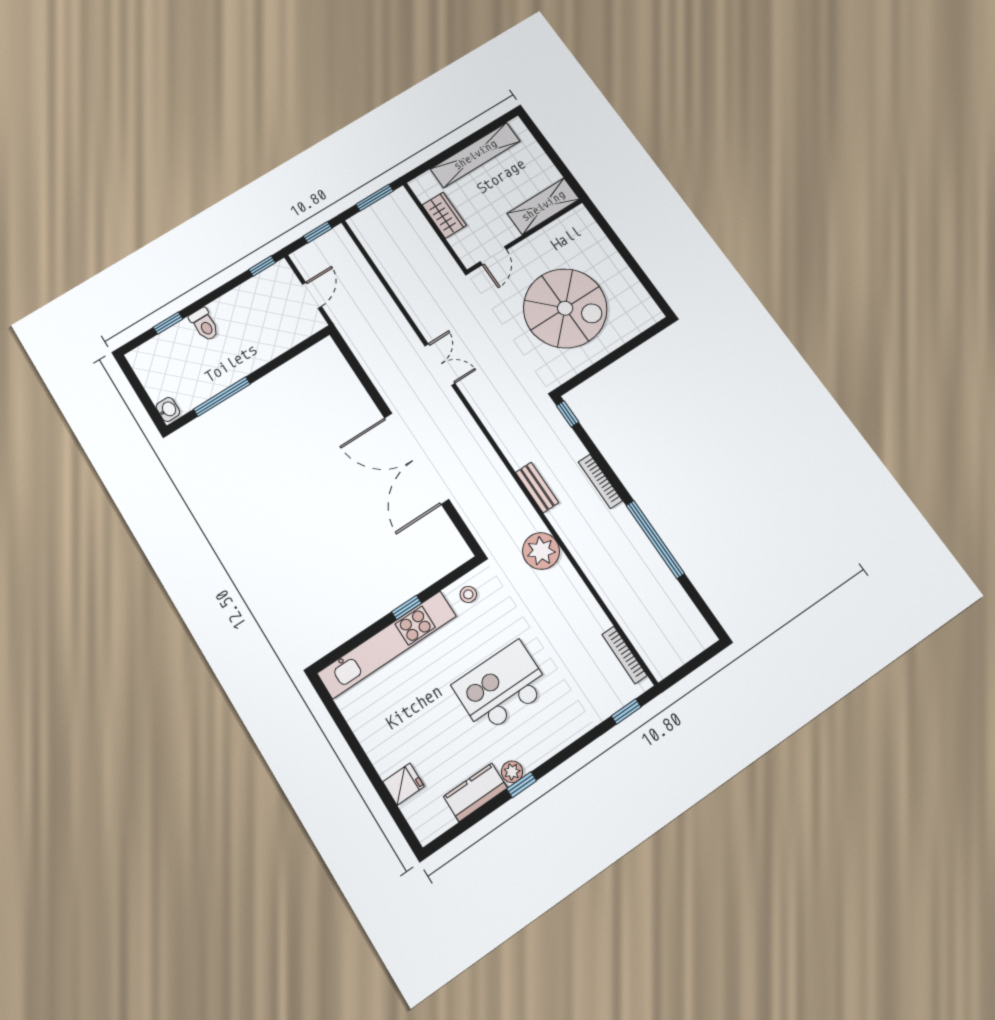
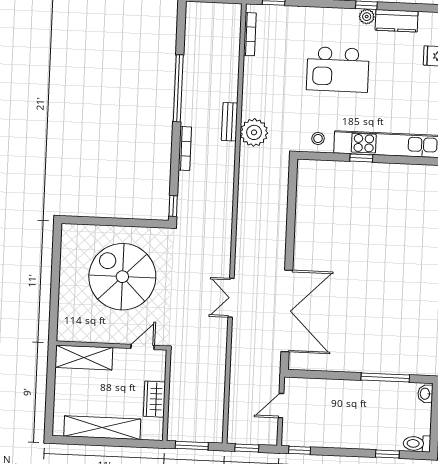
toilet: (204, 324) -> (417, 444), moved, turned -90
double door: (416, 458) -> (287, 311), moved
bench: (537, 487) -> (230, 122), moved

